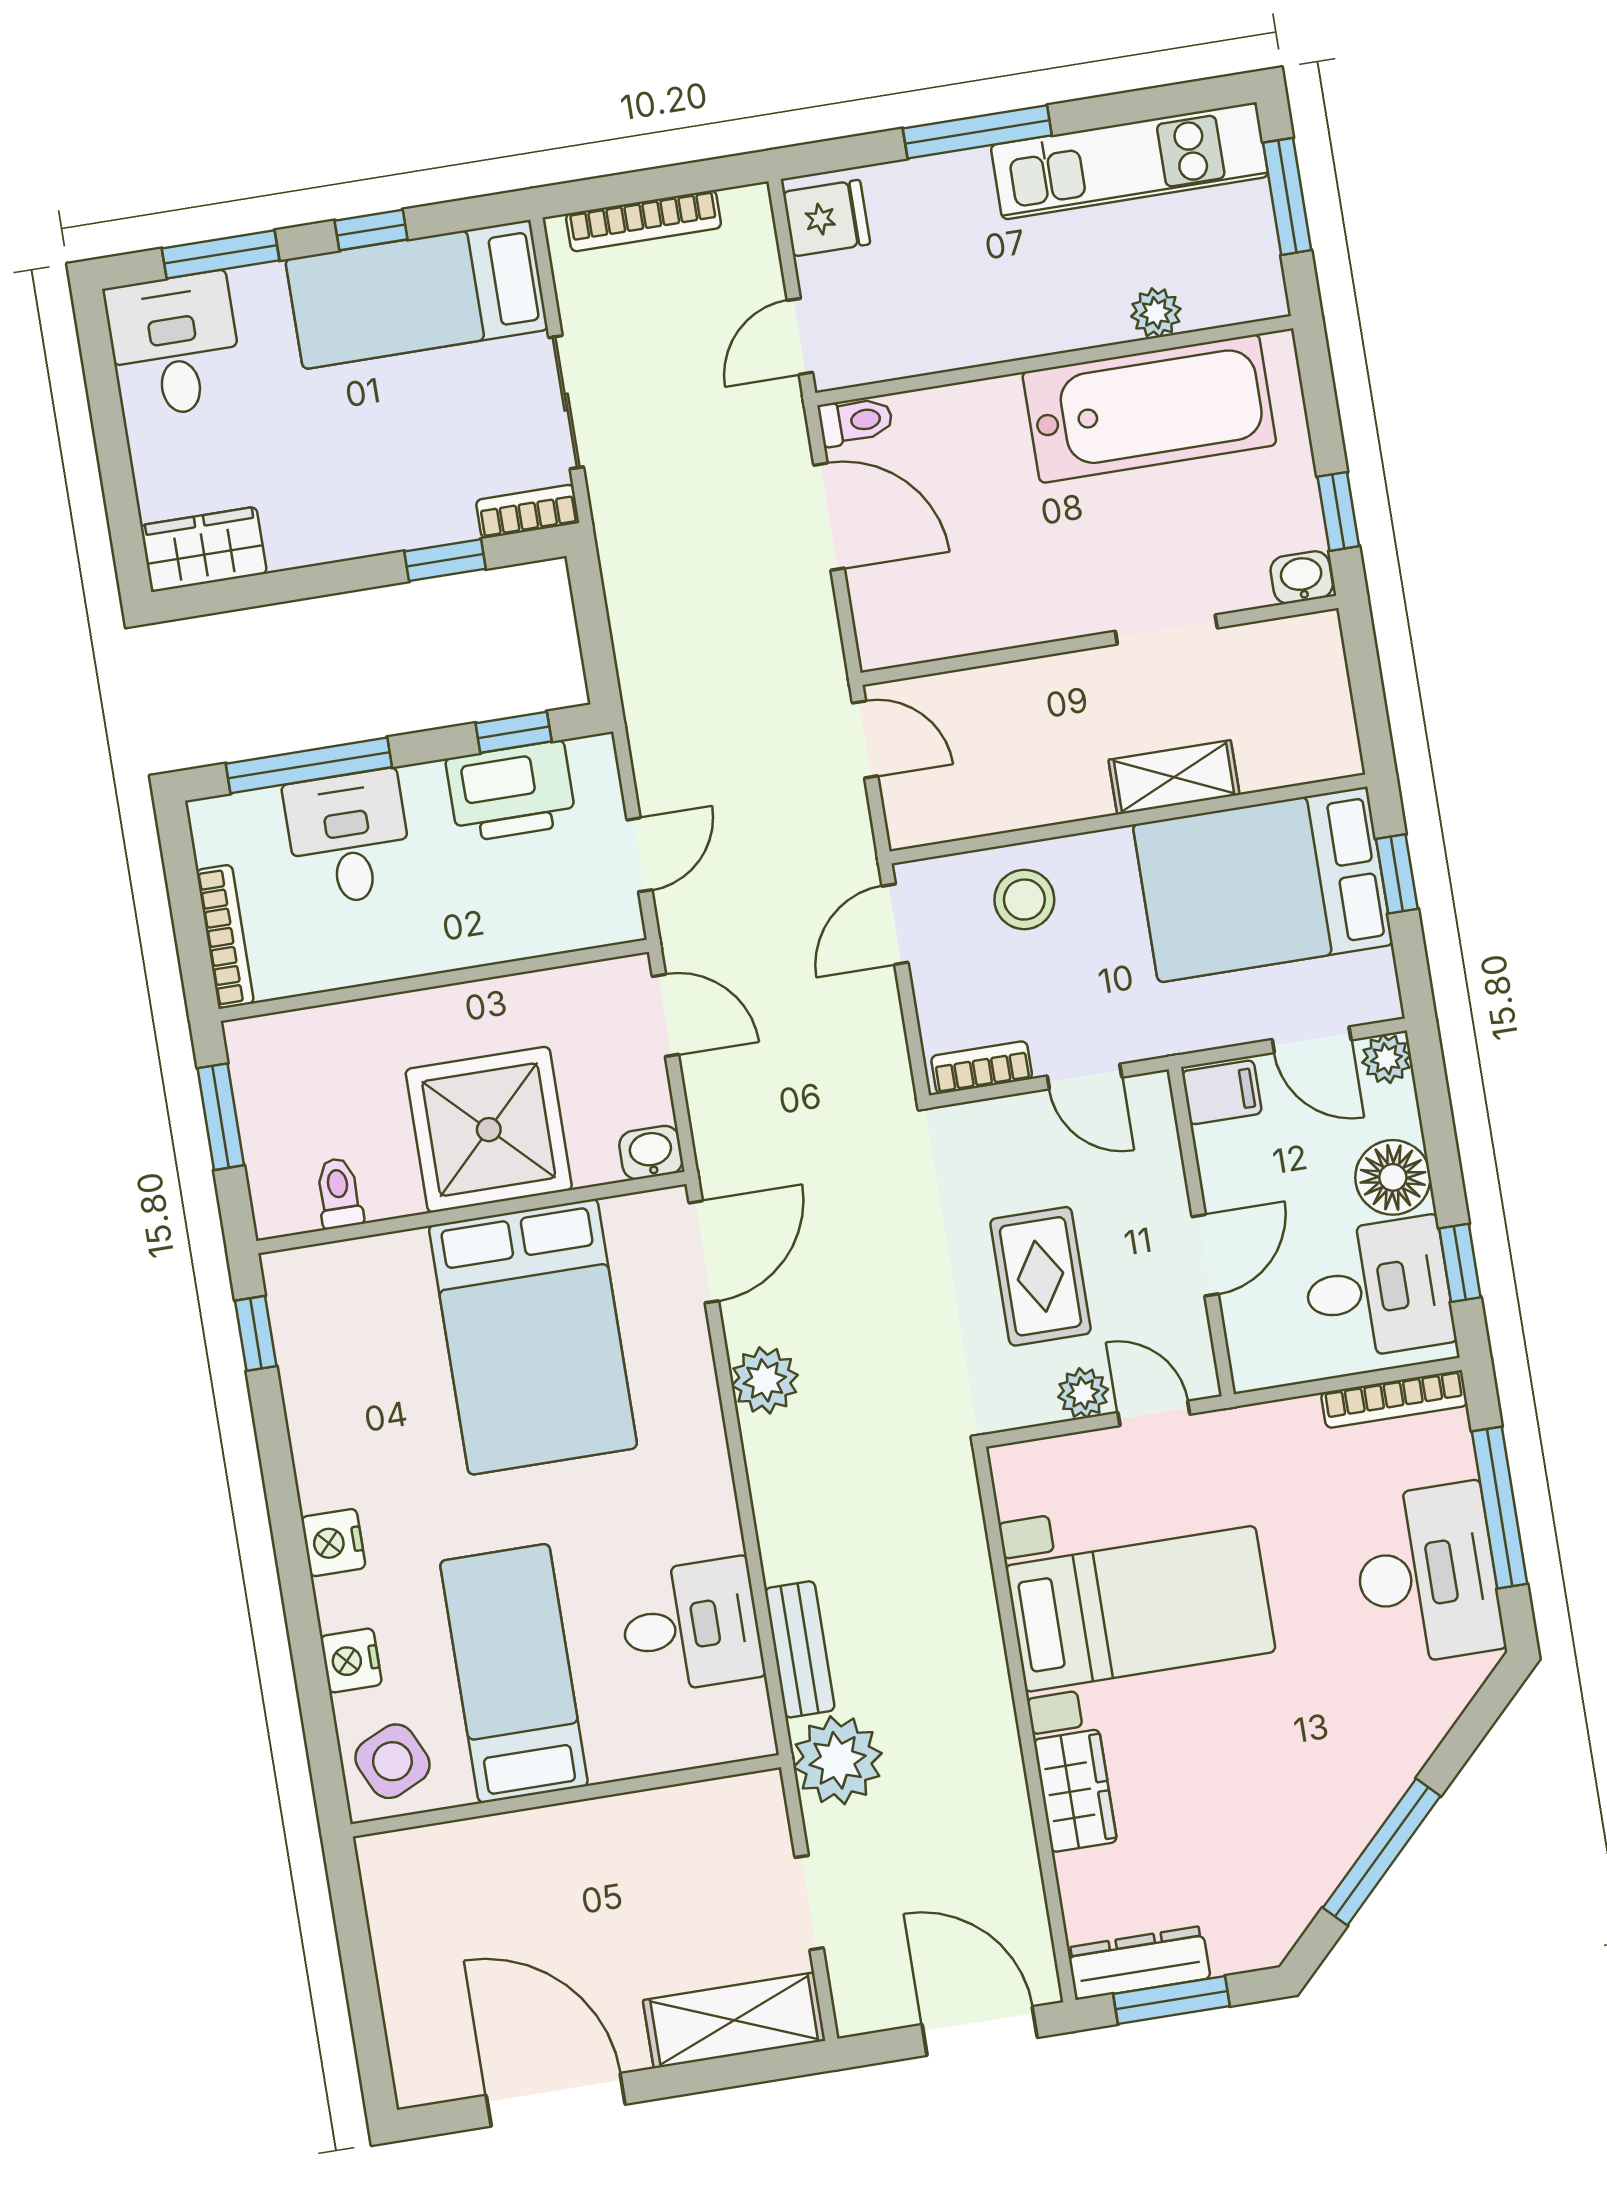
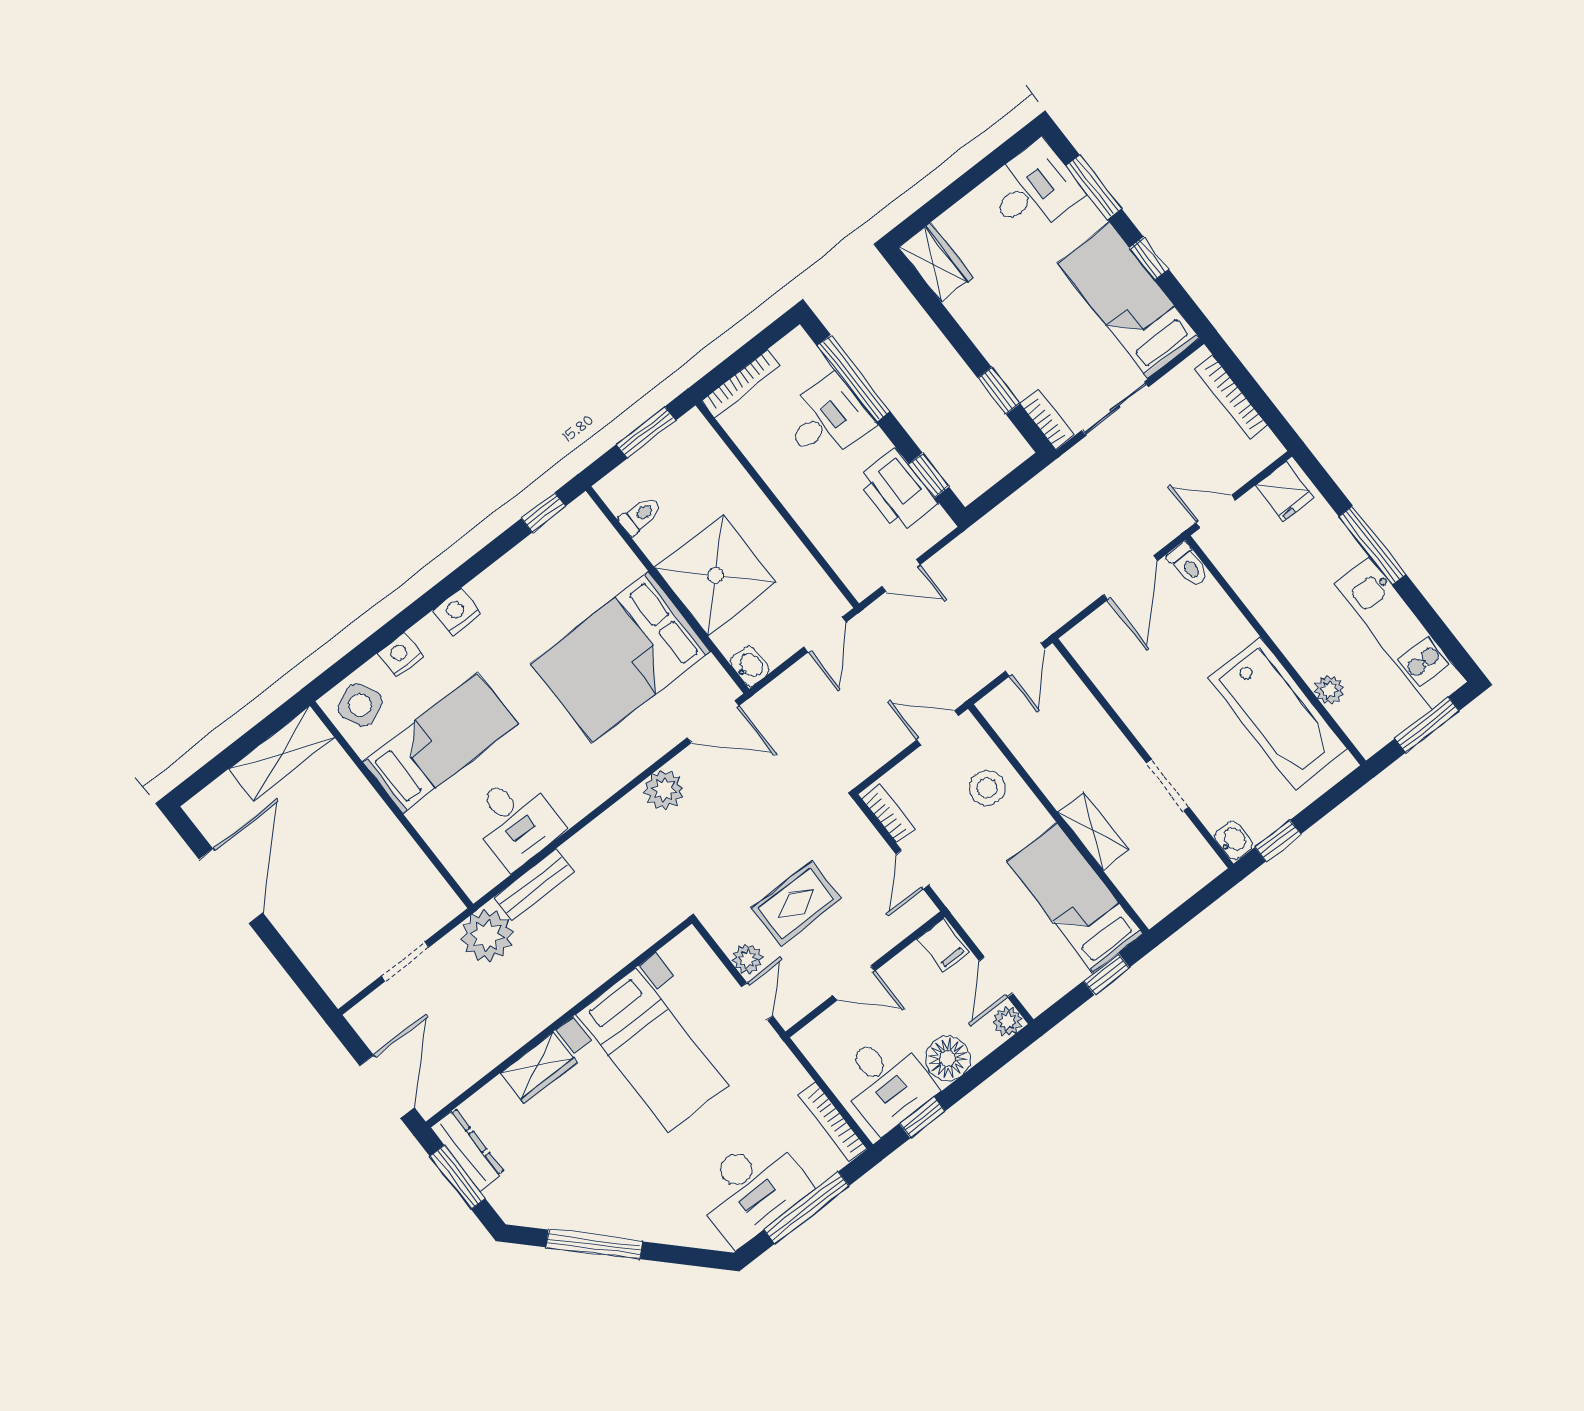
bed: (1263, 885) -> (1075, 898), width x0.67
shelving: (734, 2020) -> (282, 753), moved, turned 90

